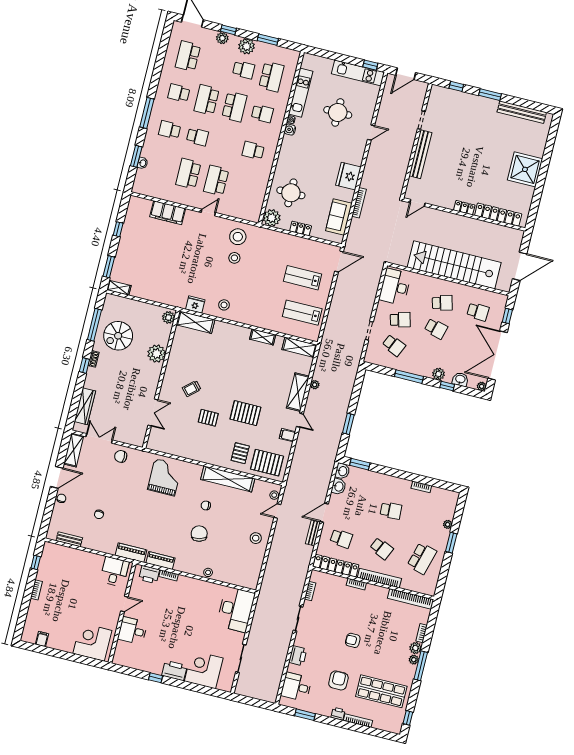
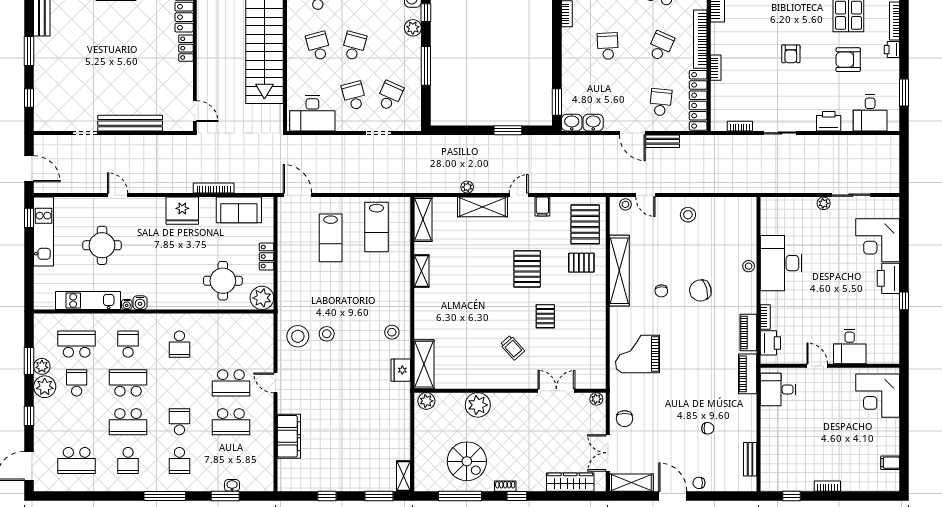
plant: (222, 38) -> (42, 366), moved
plant: (140, 440) -> (596, 399), added
desk: (236, 609) -> (781, 263), moved, turned -90
plant: (240, 637) -> (824, 203), added

